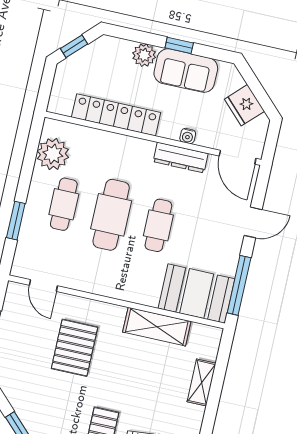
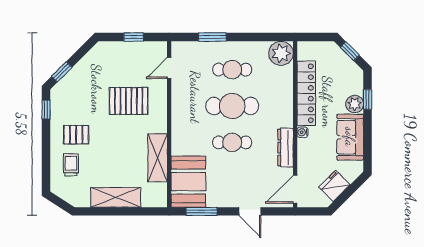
window: (179, 45) -> (368, 99), moved
water cooler: (188, 136) -> (303, 132), moved
plant: (53, 154) -> (281, 53), moved
window: (239, 285) -> (201, 211), width x0.69
shelving: (202, 382) -> (116, 197), width x1.50, depth x1.33

